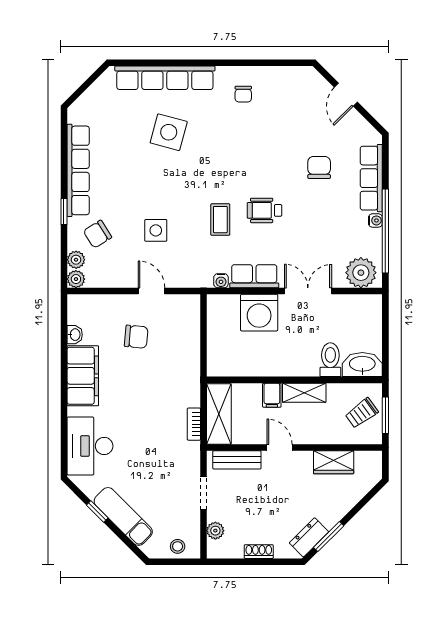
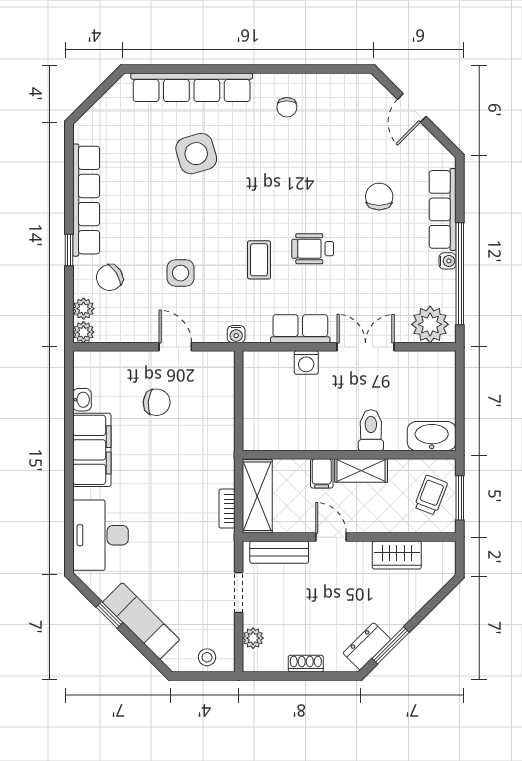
side table: (169, 132) -> (196, 154), turned -31
water cooler: (221, 281) -> (236, 334), moved
washing machine: (259, 313) -> (306, 362), width x0.53, depth x0.53
toilet: (330, 360) -> (371, 430), moved
trolley: (362, 413) -> (431, 495), turned 147

